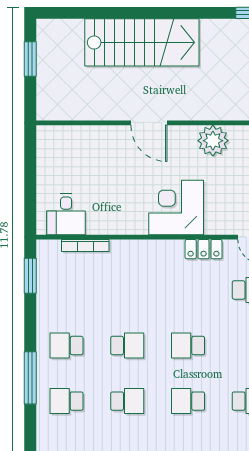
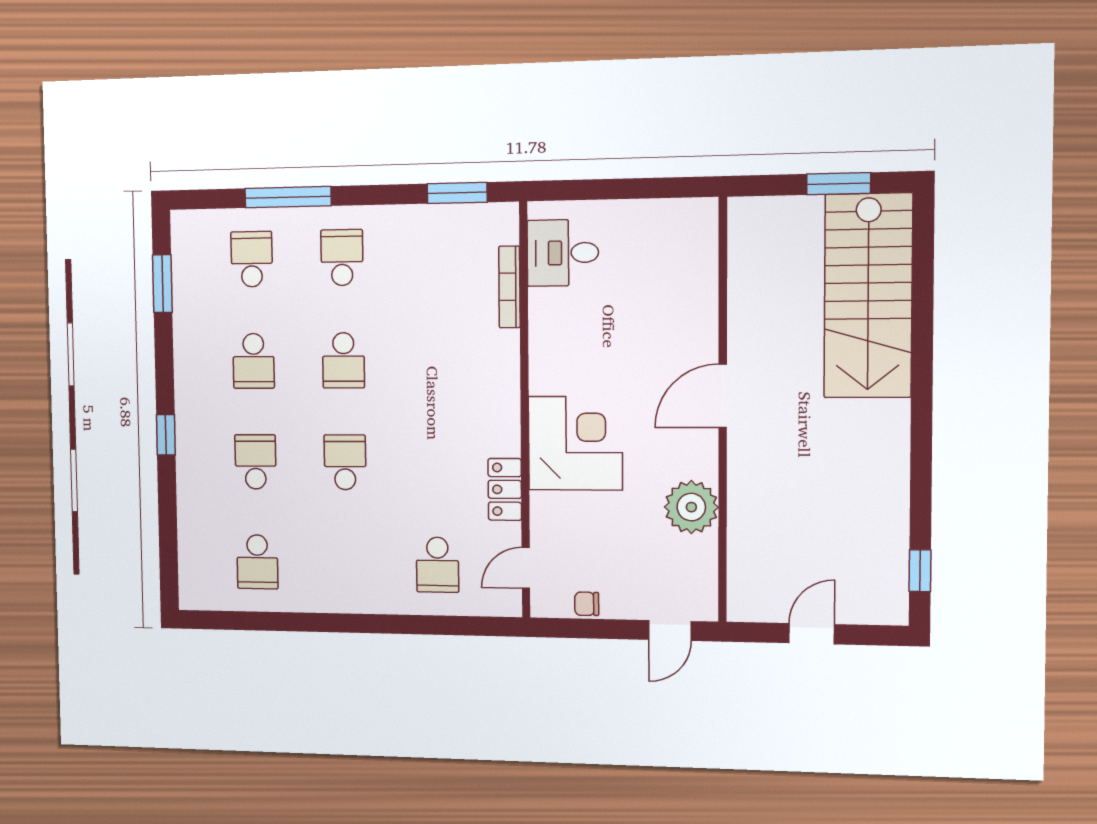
stairs: (142, 42) -> (868, 296), moved

